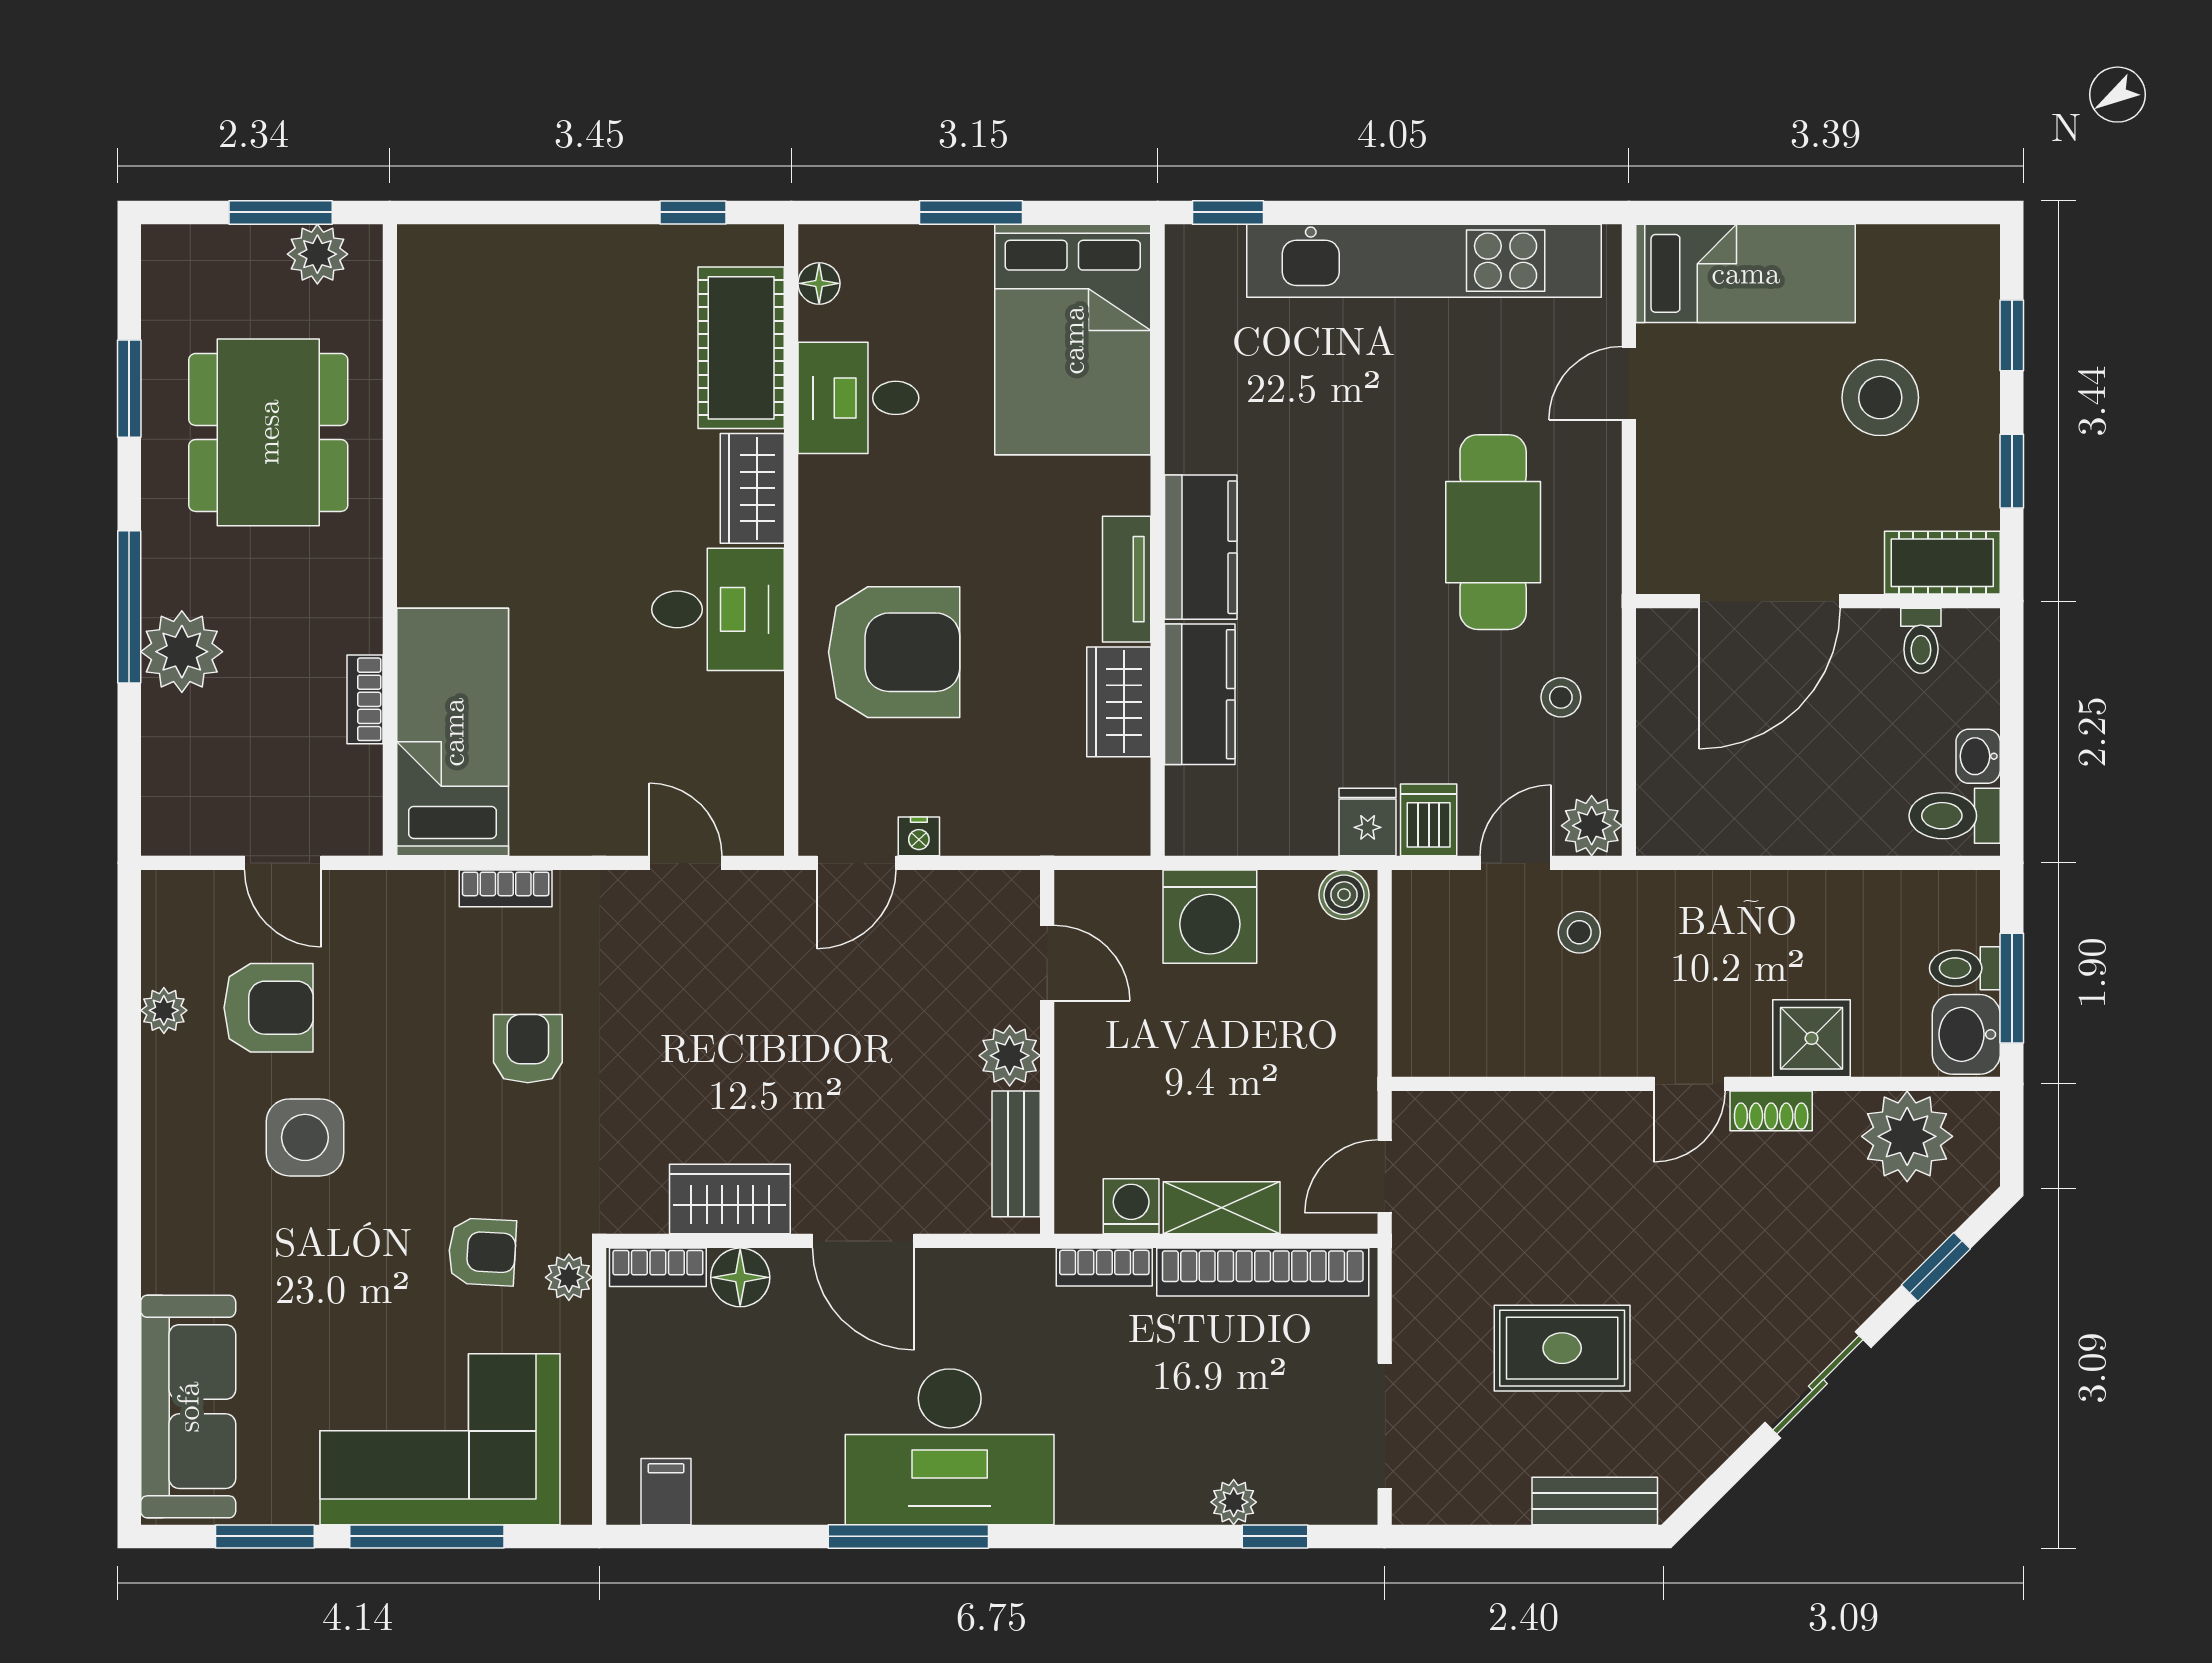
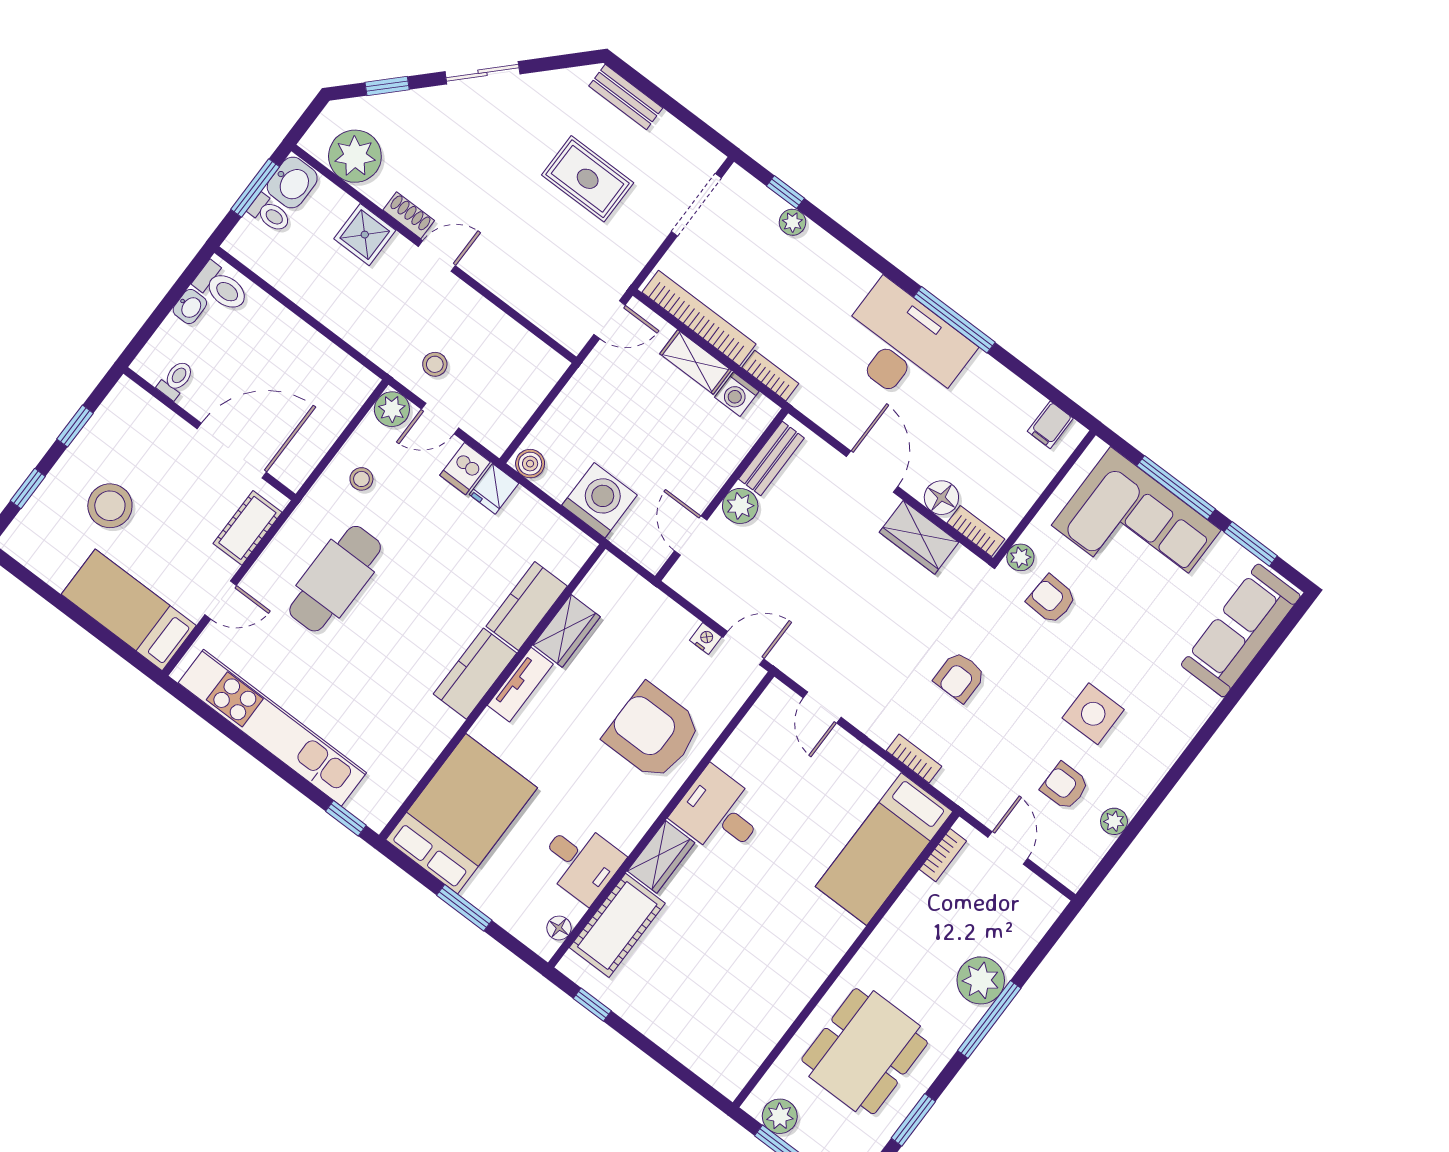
cot: (1942, 563) -> (247, 528), moved, turned 90
bookcase: (365, 699) -> (943, 855), moved
armchair: (269, 1008) -> (1065, 786), width x0.72, depth x0.72

